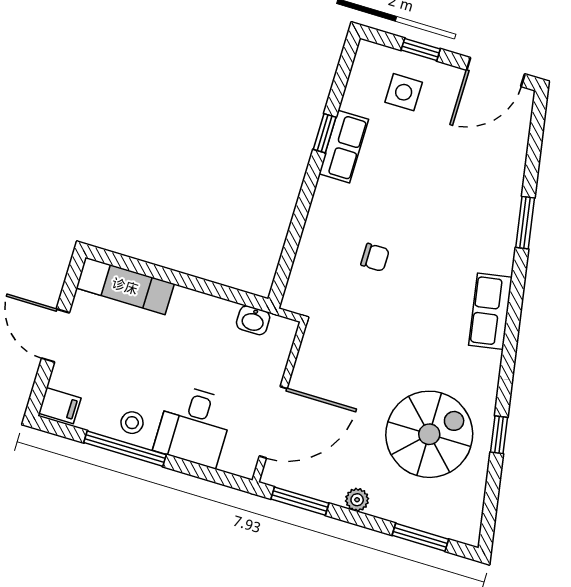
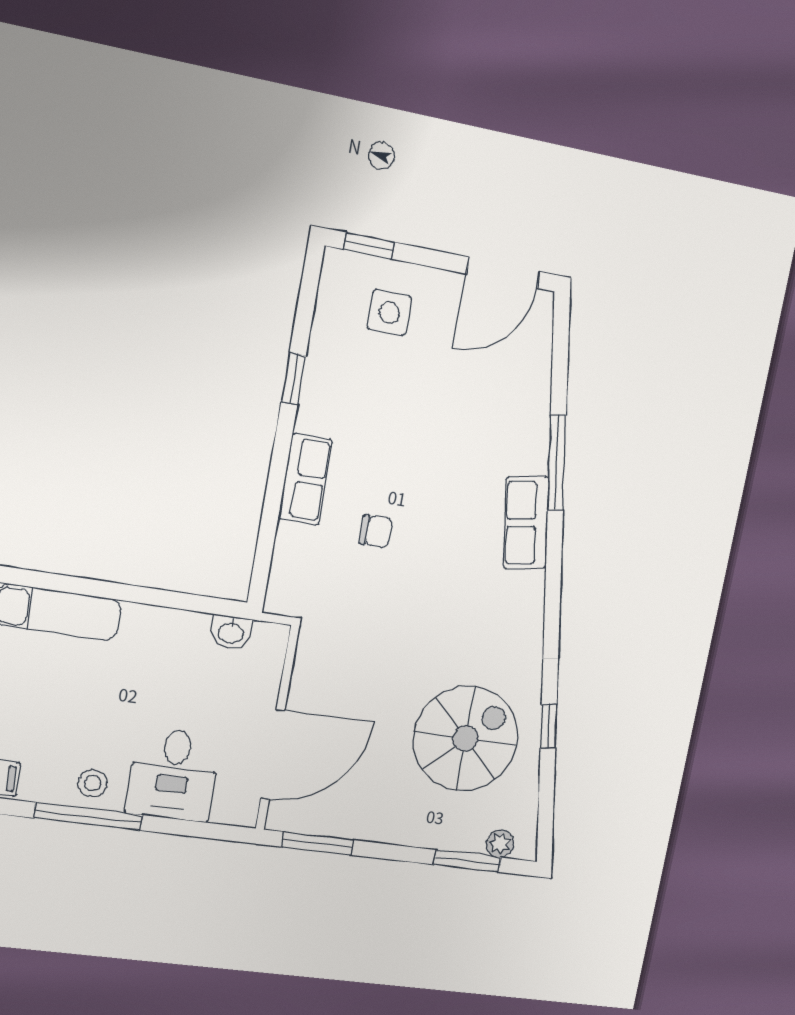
window: (421, 50) -> (369, 246), moved
row of seats: (344, 147) -> (305, 479), moved
window: (525, 223) -> (557, 463), width x1.44
row of seats: (490, 311) -> (526, 523), moved
plant: (357, 500) -> (500, 844), moved

